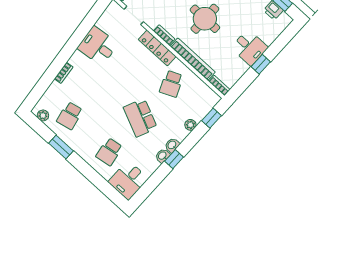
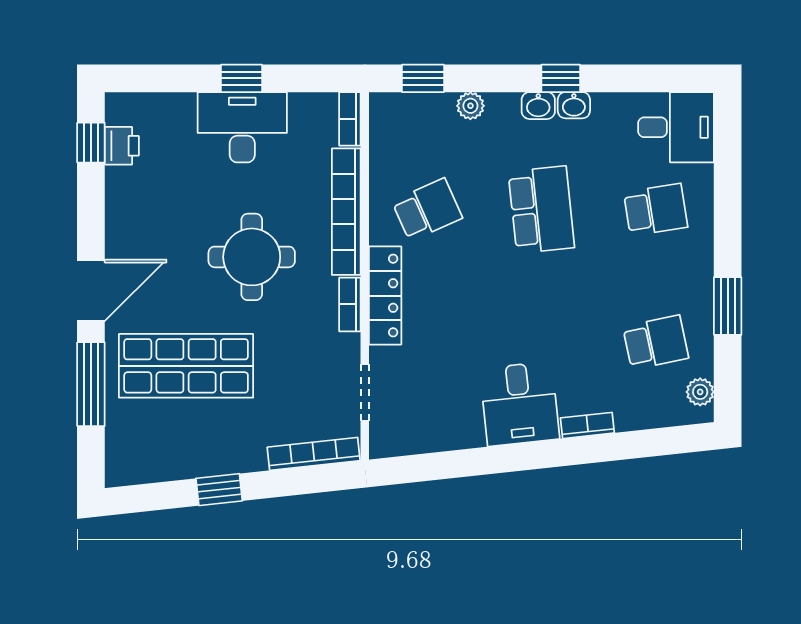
desk: (98, 46) -> (520, 404), moved
desk: (249, 48) -> (242, 127), width x1.37
school desk: (140, 118) -> (541, 210), turned -30

